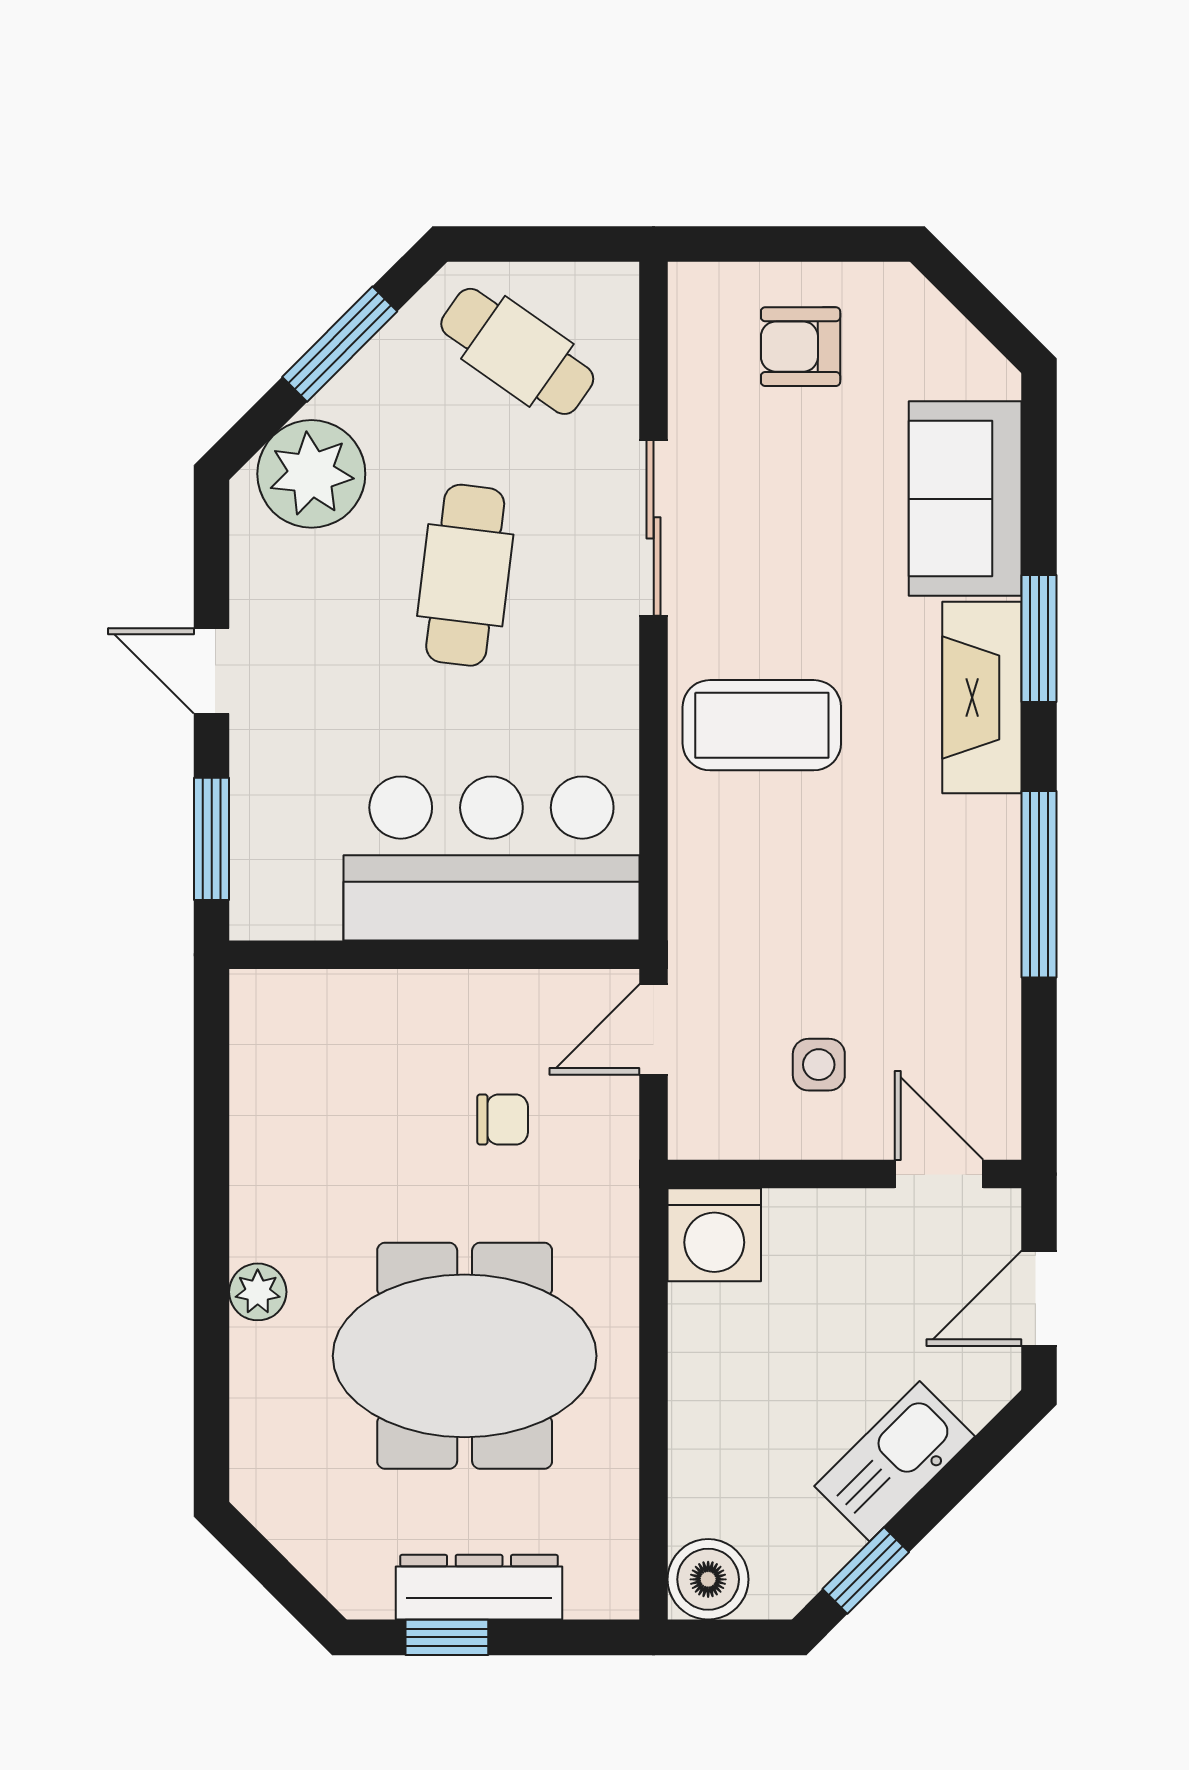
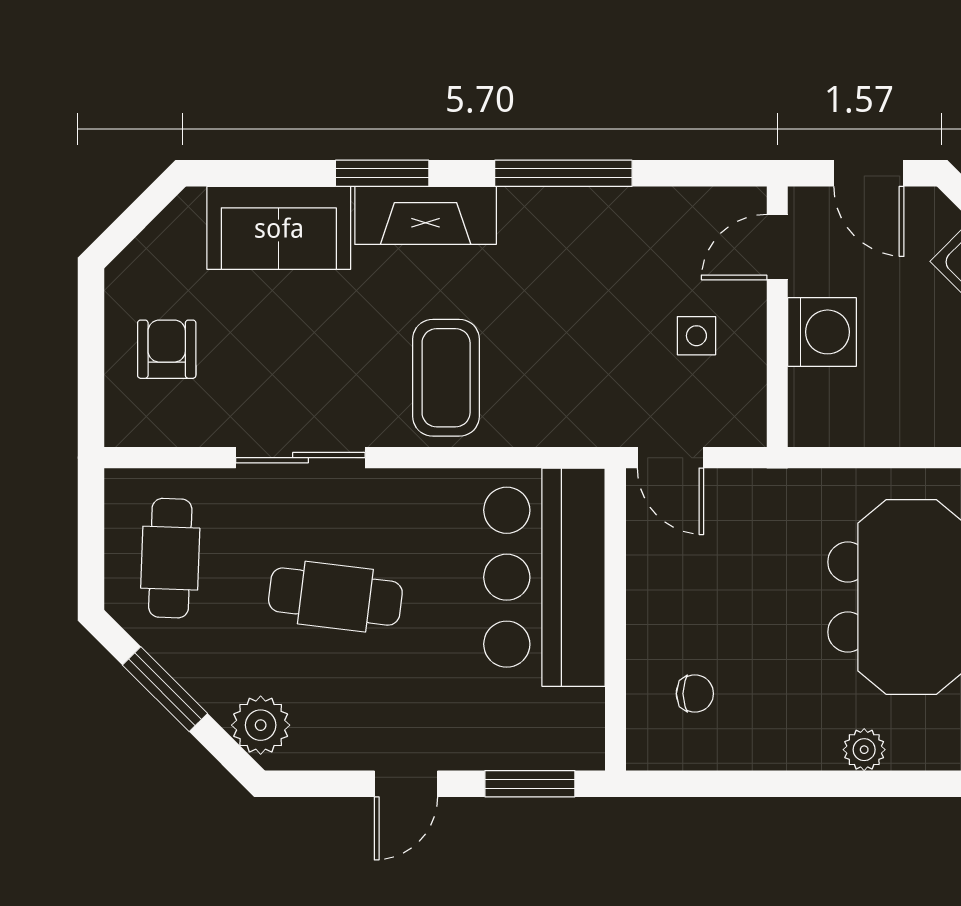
armchair: (801, 347) -> (167, 349), turned 180
cafe table: (517, 351) -> (170, 558), turned -33
plant: (311, 474) -> (261, 725), width x0.73, depth x0.73
chair: (503, 1119) -> (695, 694), moved, turned 90
washing machine: (714, 1235) -> (822, 332), moved

